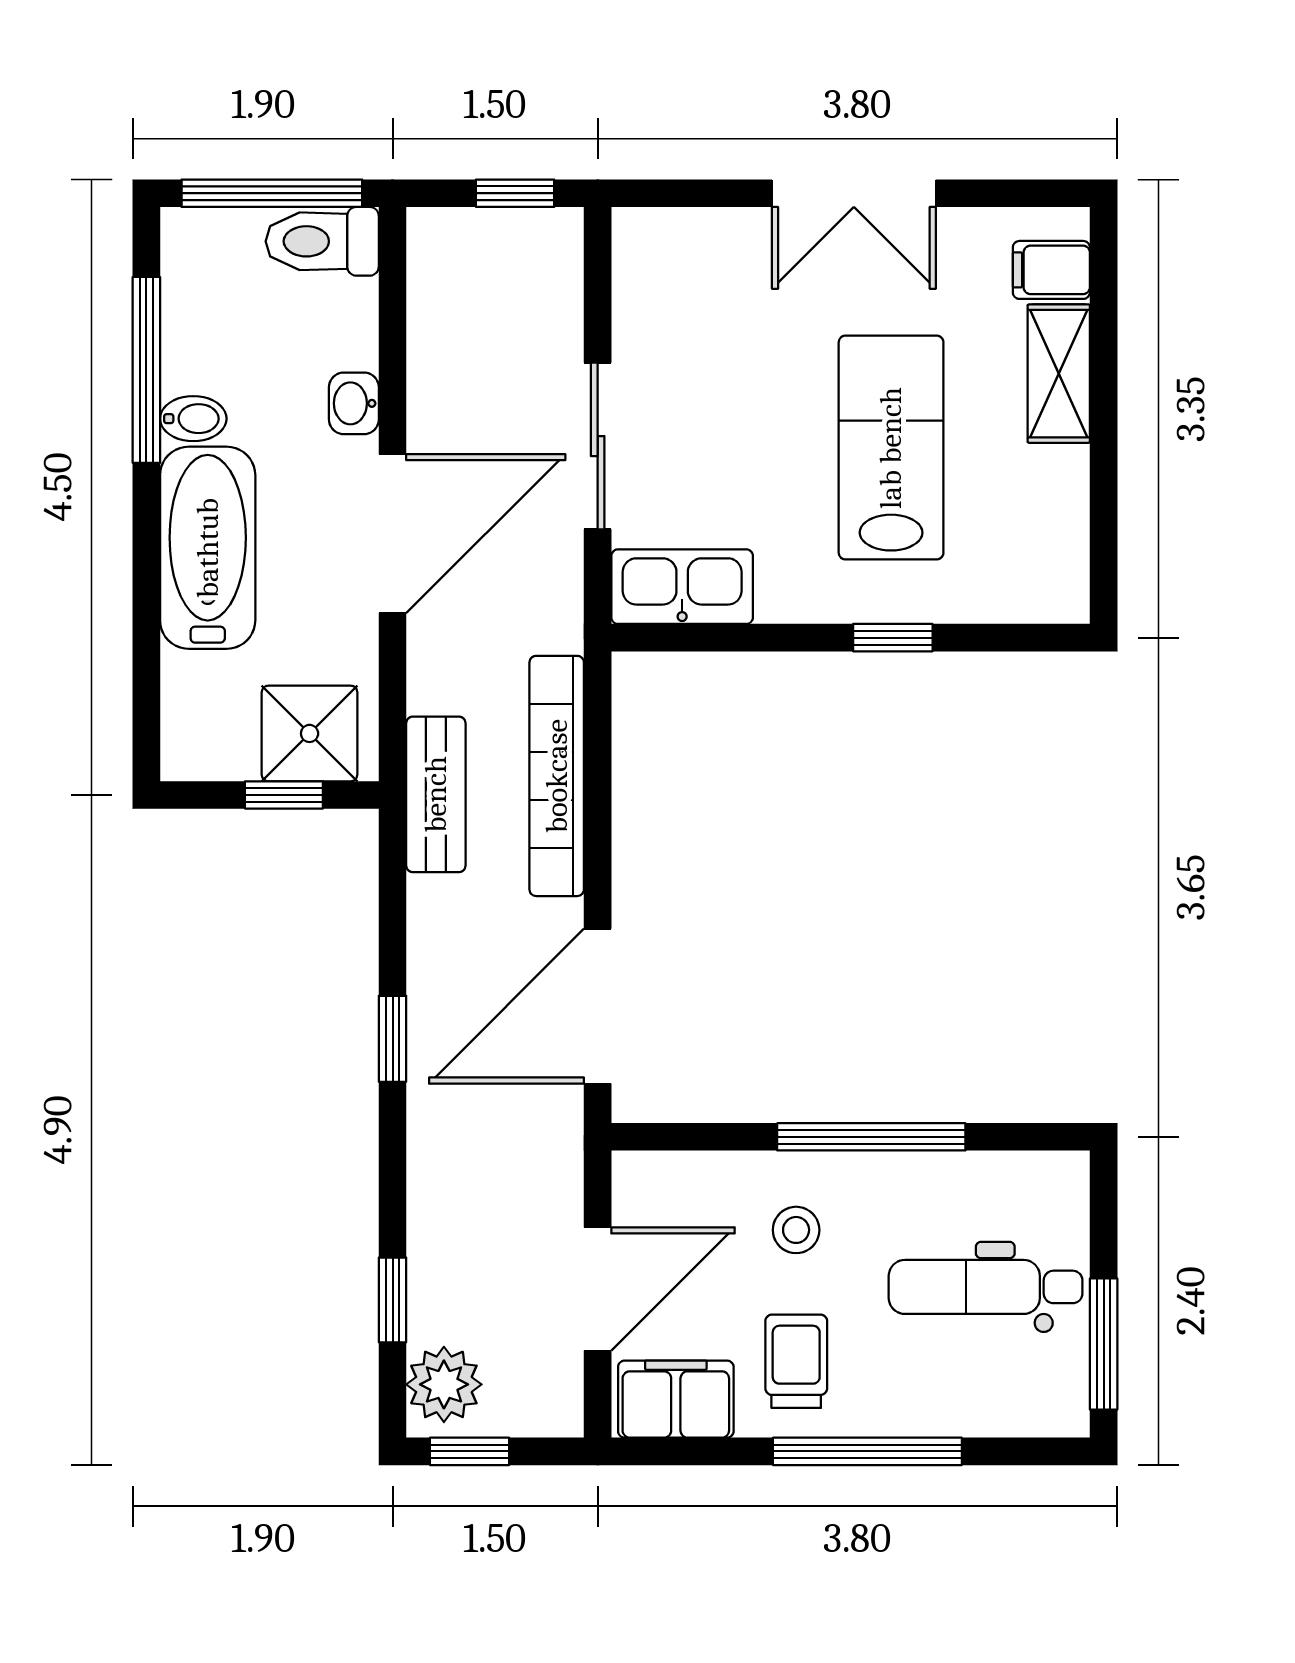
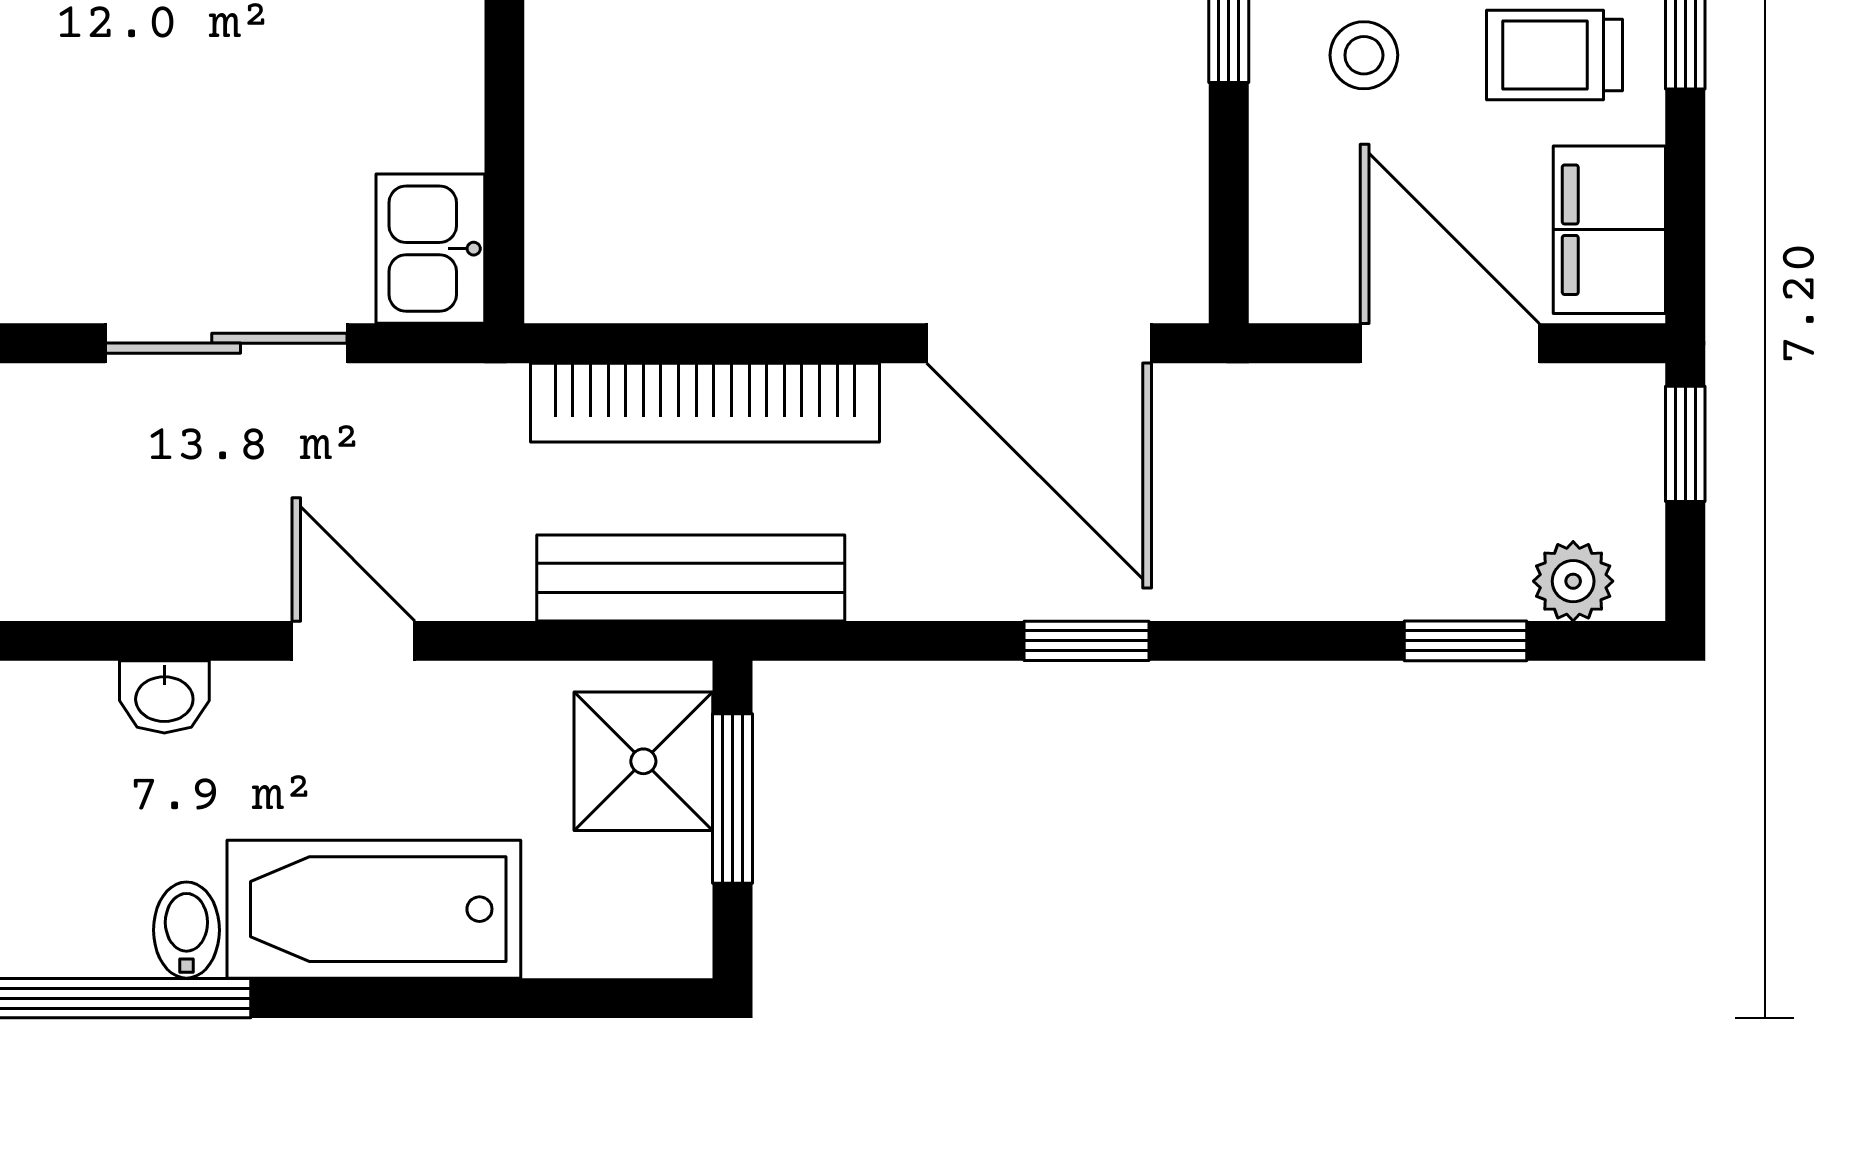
door: (393, 534) -> (353, 641), width x0.53
kitchen sink: (682, 587) -> (430, 249), width x0.73
bench: (436, 794) -> (691, 578), width x1.36
window: (284, 795) -> (733, 798), width x1.50
plant: (444, 1384) -> (1573, 581), width x0.73, depth x0.73
window: (470, 1451) -> (1685, 444), moved

